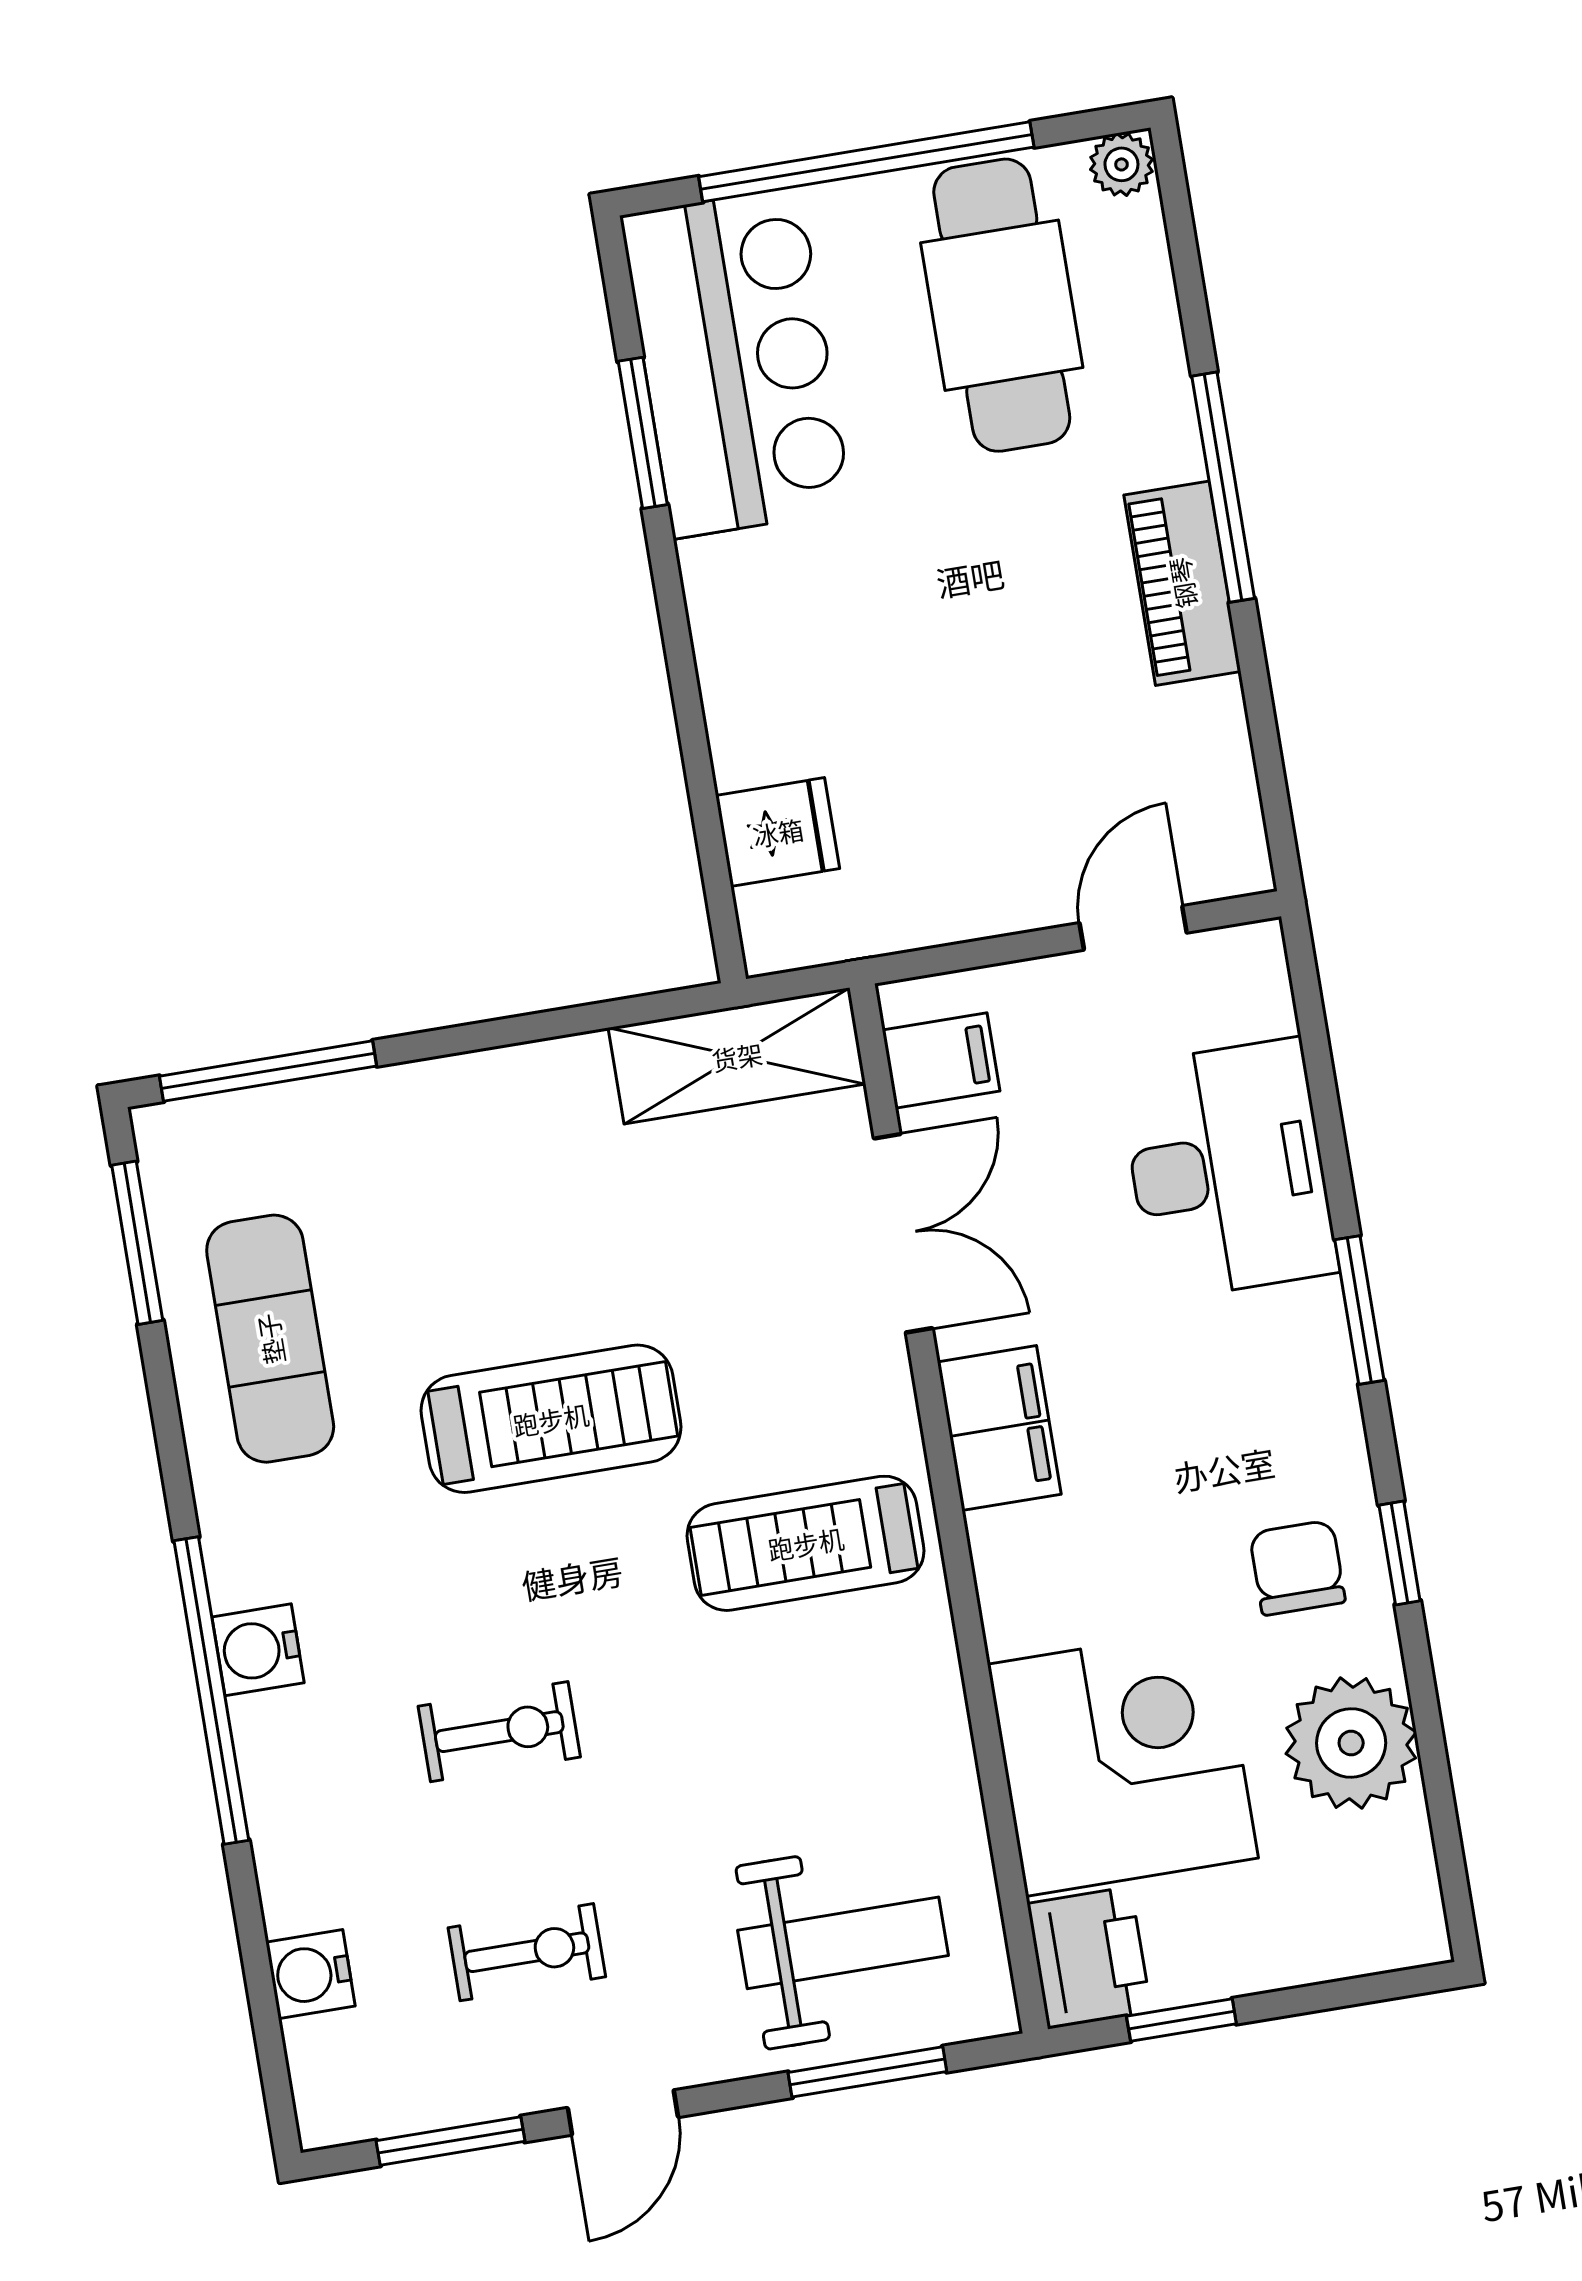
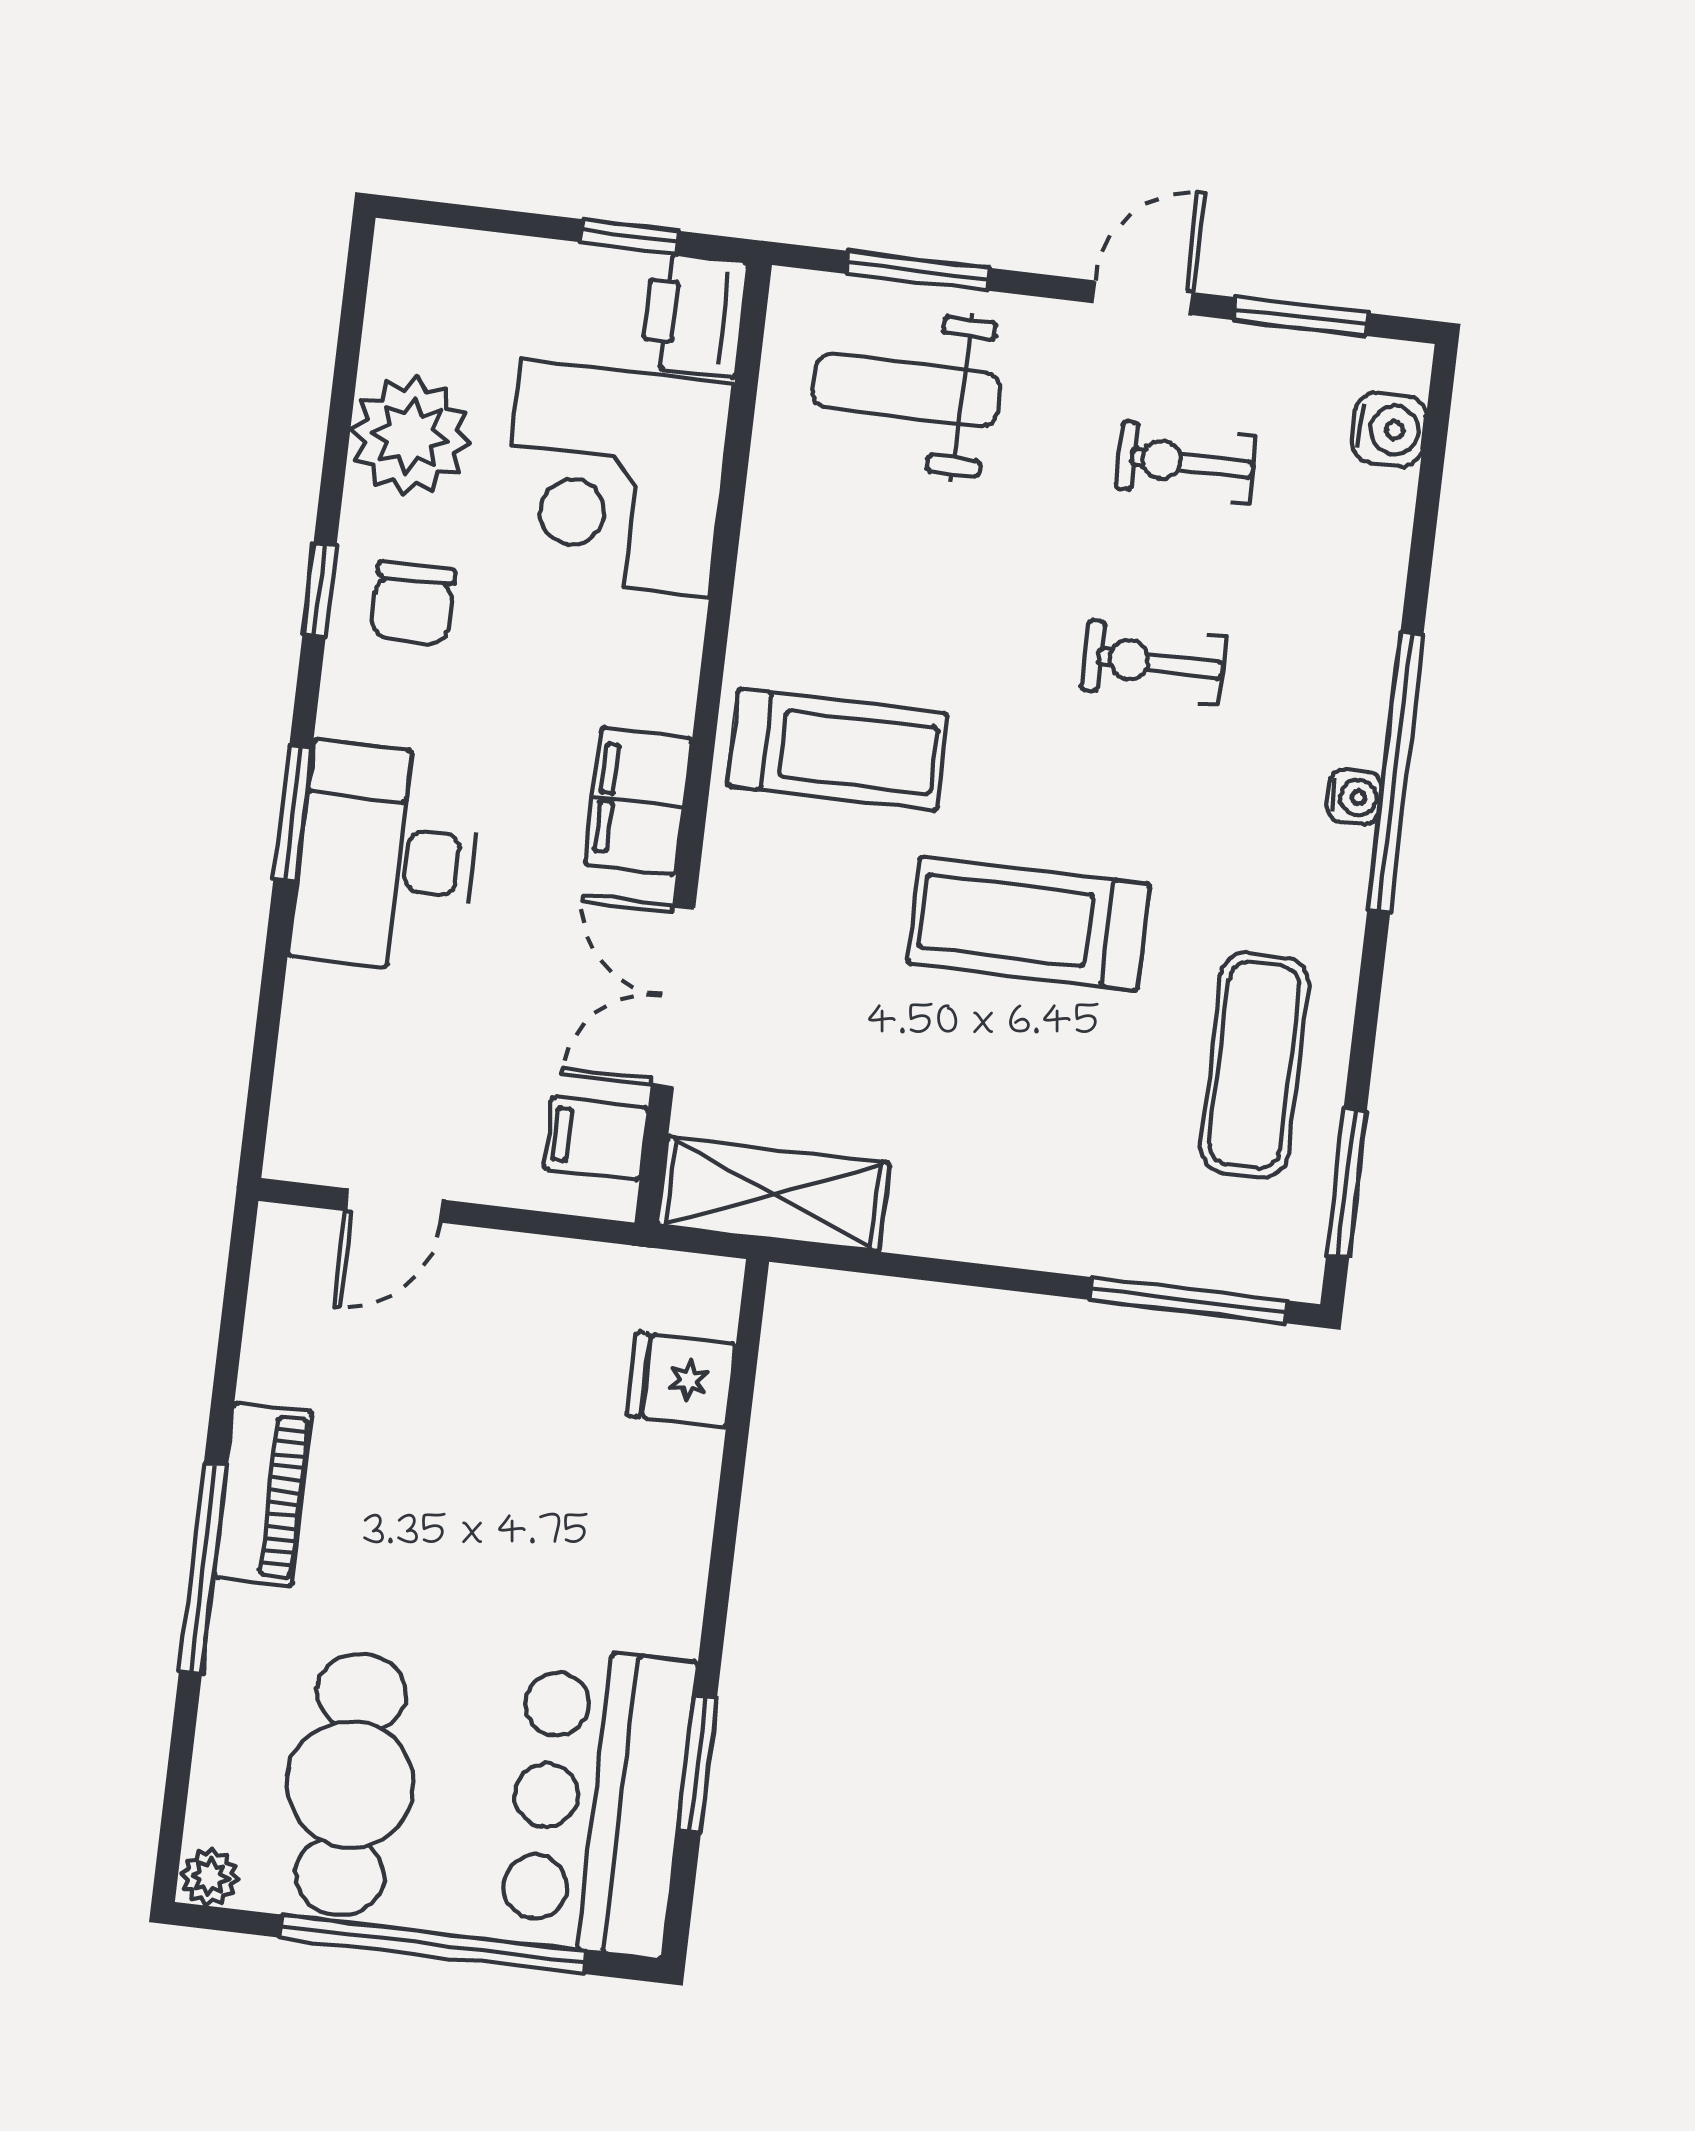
desk: (1228, 1169) -> (386, 858), moved
water cooler: (258, 1650) -> (1354, 797), width x0.72, depth x0.72
water cooler: (310, 1974) -> (1389, 429), moved

